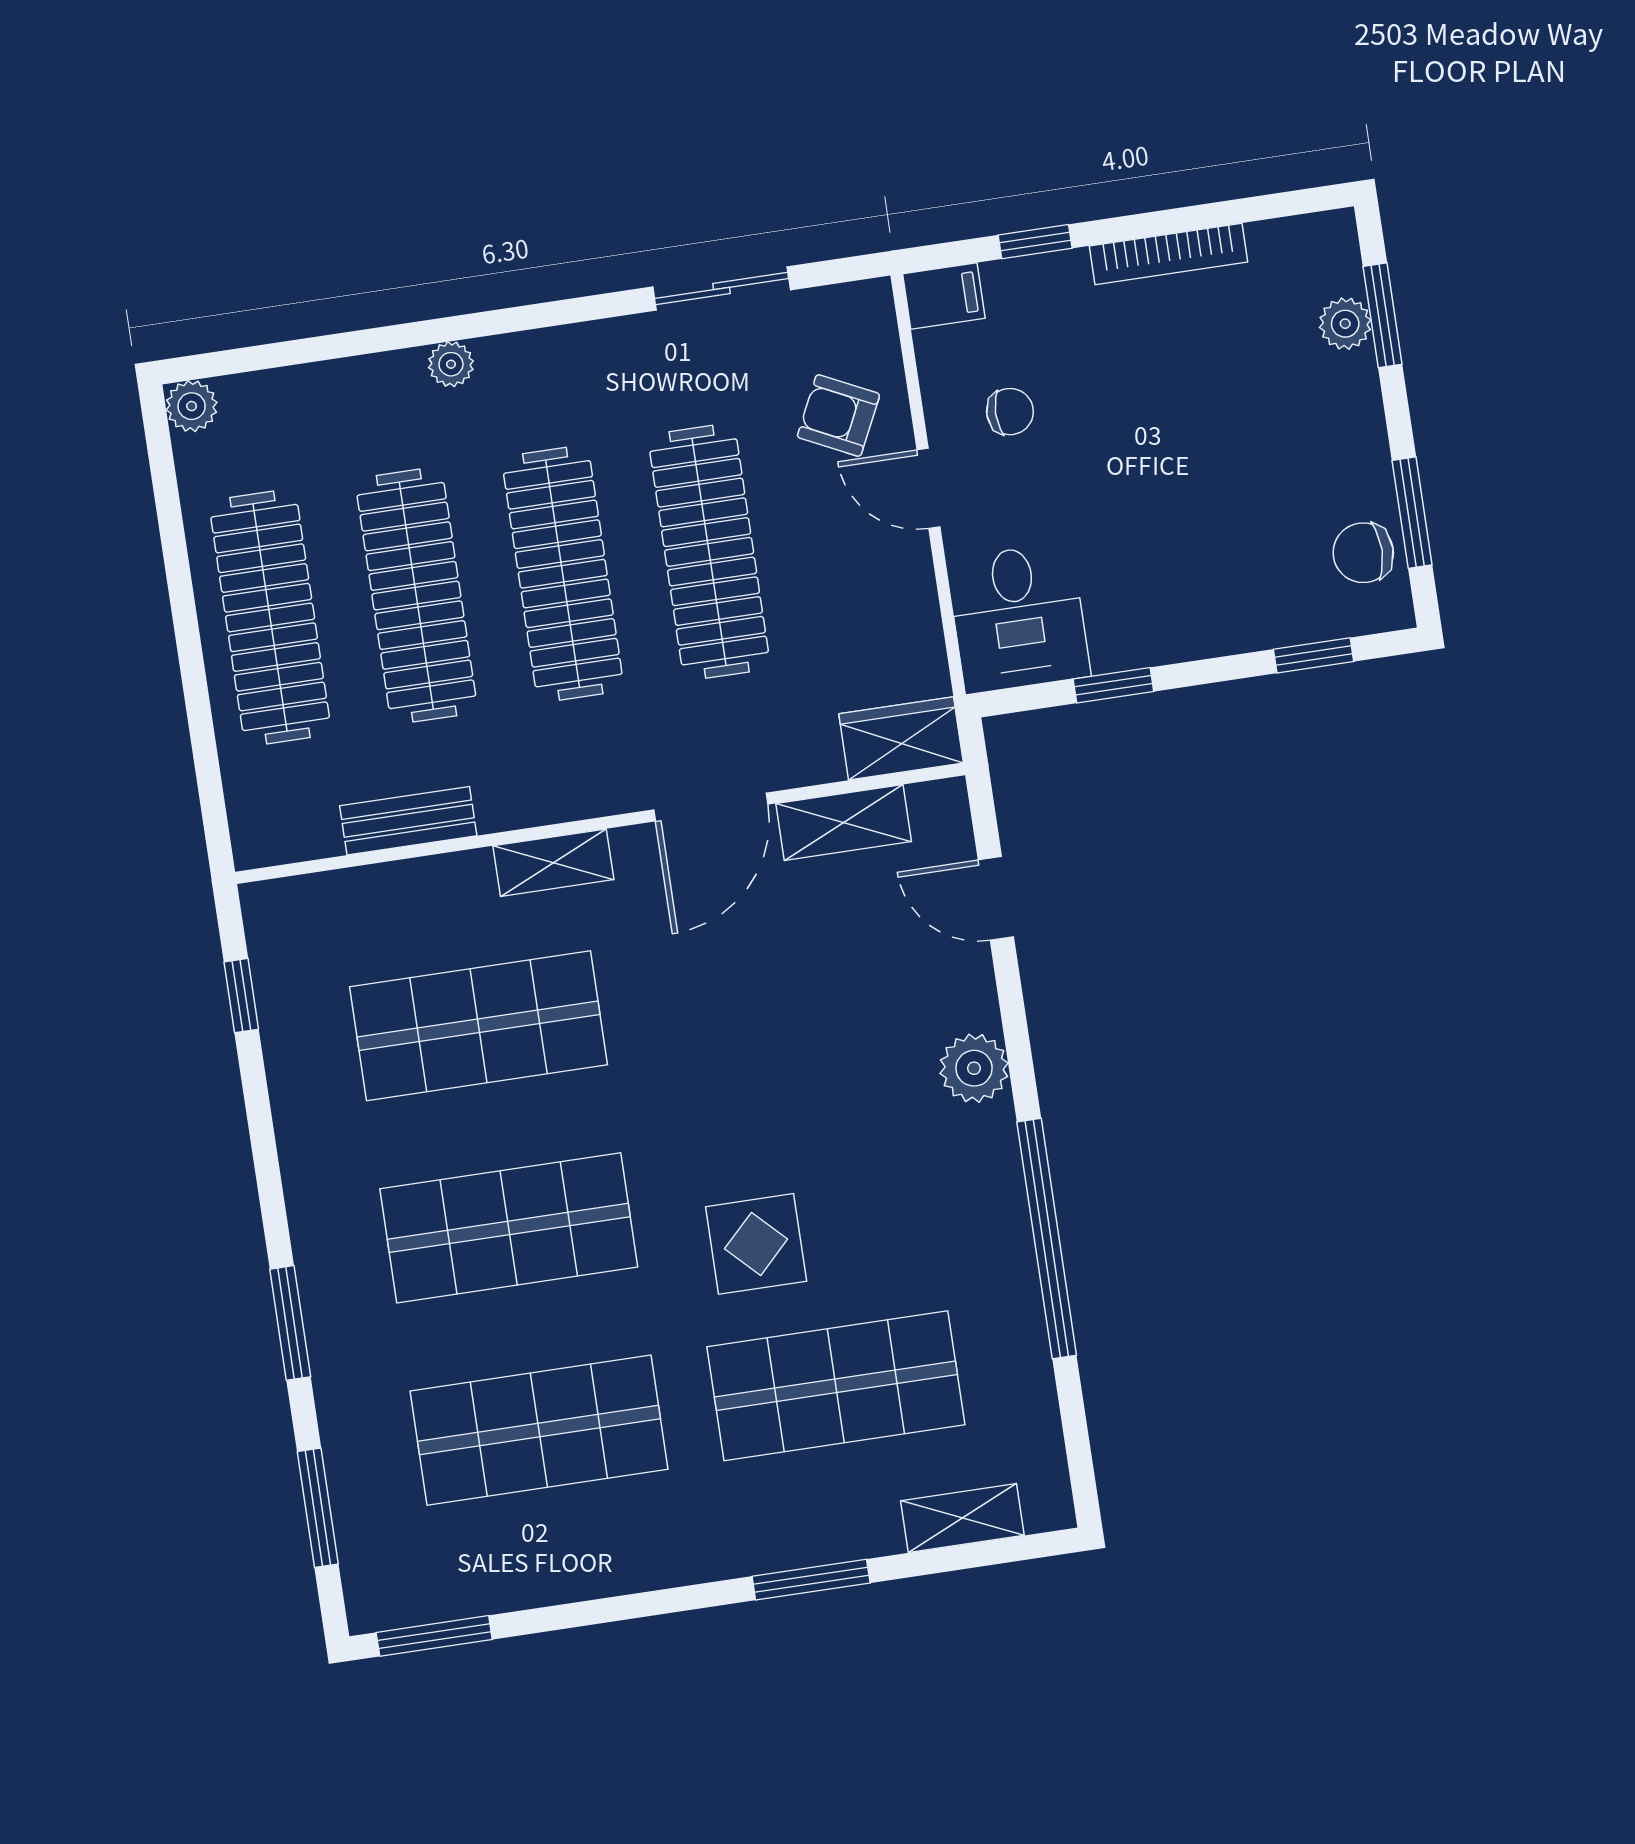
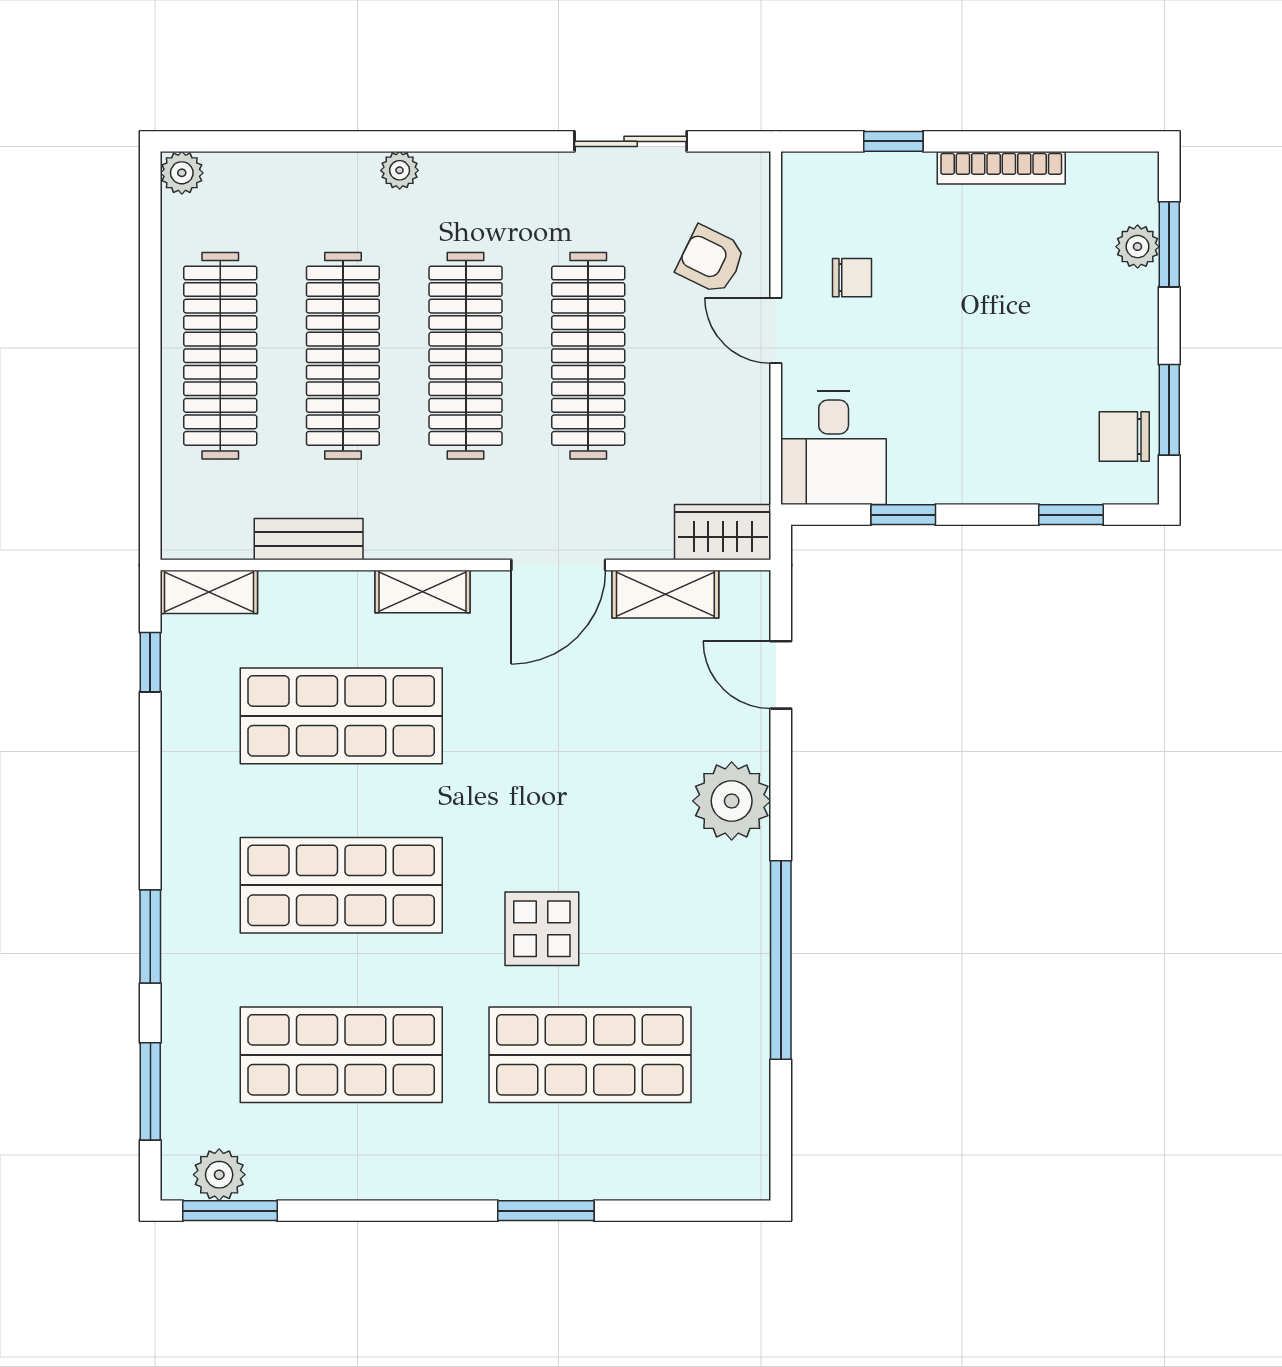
filing cabinet: (944, 296) -> (812, 175), removed
plant: (974, 1068) -> (732, 801), width x1.36, depth x1.36
shelving: (962, 1518) -> (209, 592), moved
plant: (415, 1595) -> (219, 1175), added

